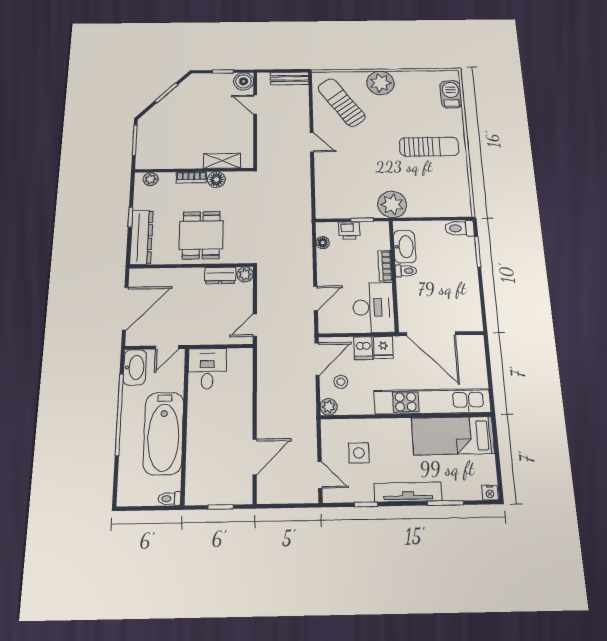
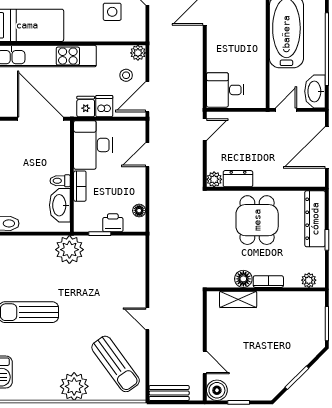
desk: (207, 369) -> (225, 90), moved, turned 90

